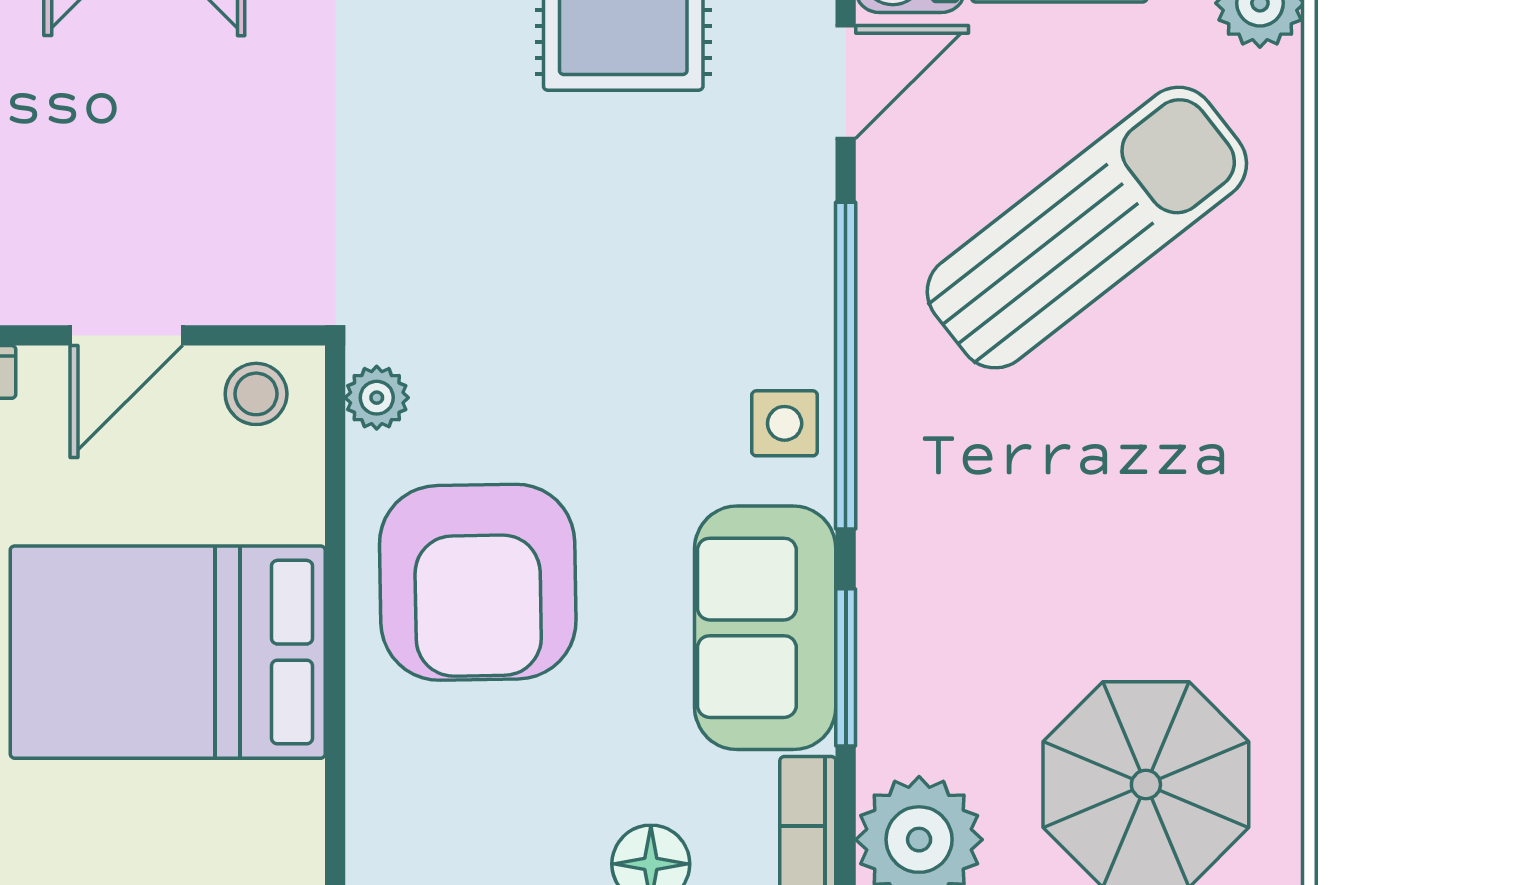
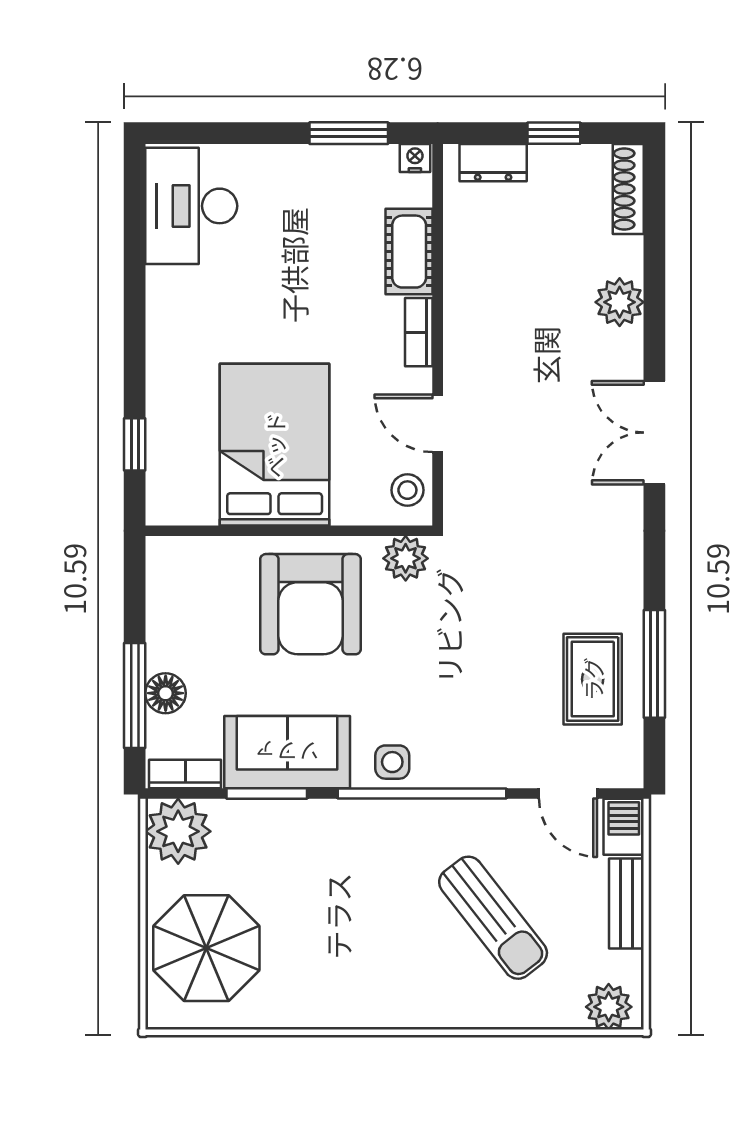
sun lounger: (1087, 228) -> (493, 918), width x0.73, depth x0.75
plant: (377, 398) -> (406, 558), width x1.38, depth x1.38
armchair: (478, 582) -> (311, 604), turned -89

